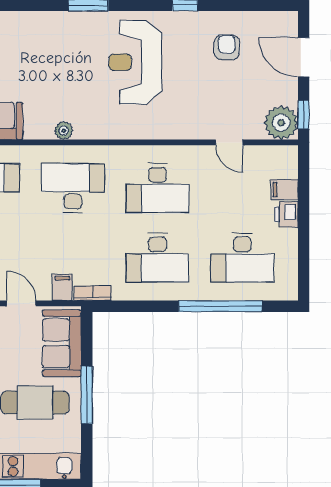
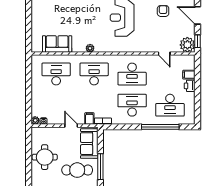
desk: (157, 258) -> (132, 105), turned 180

